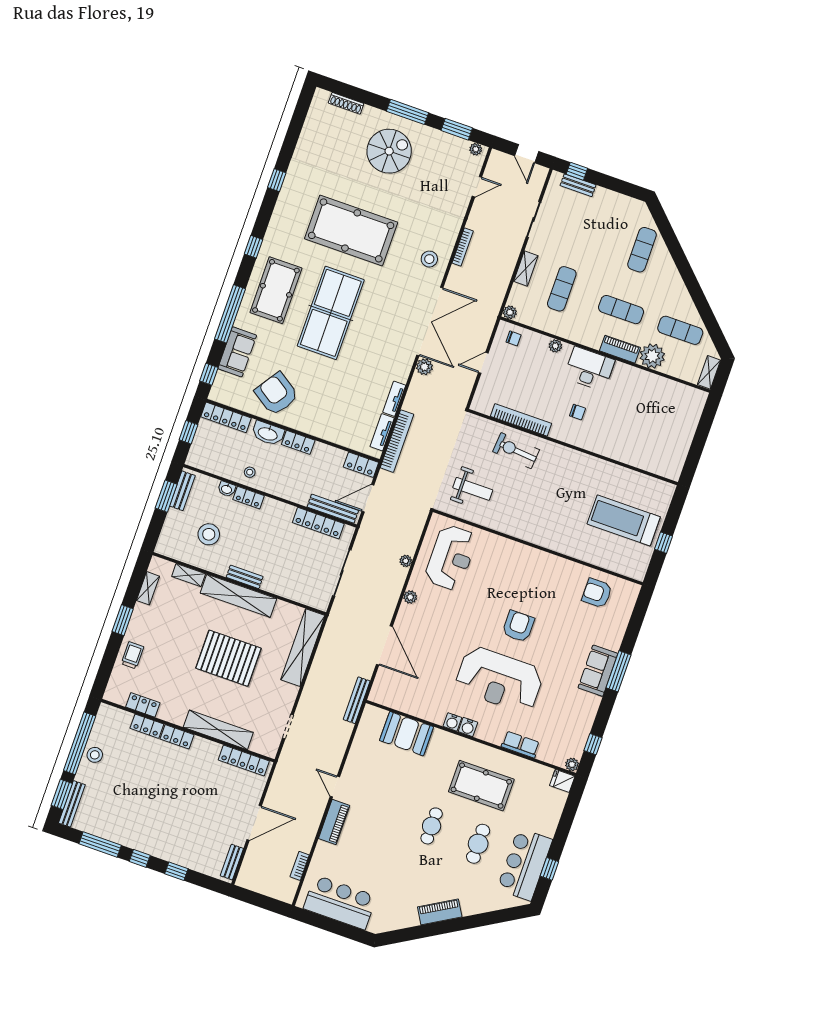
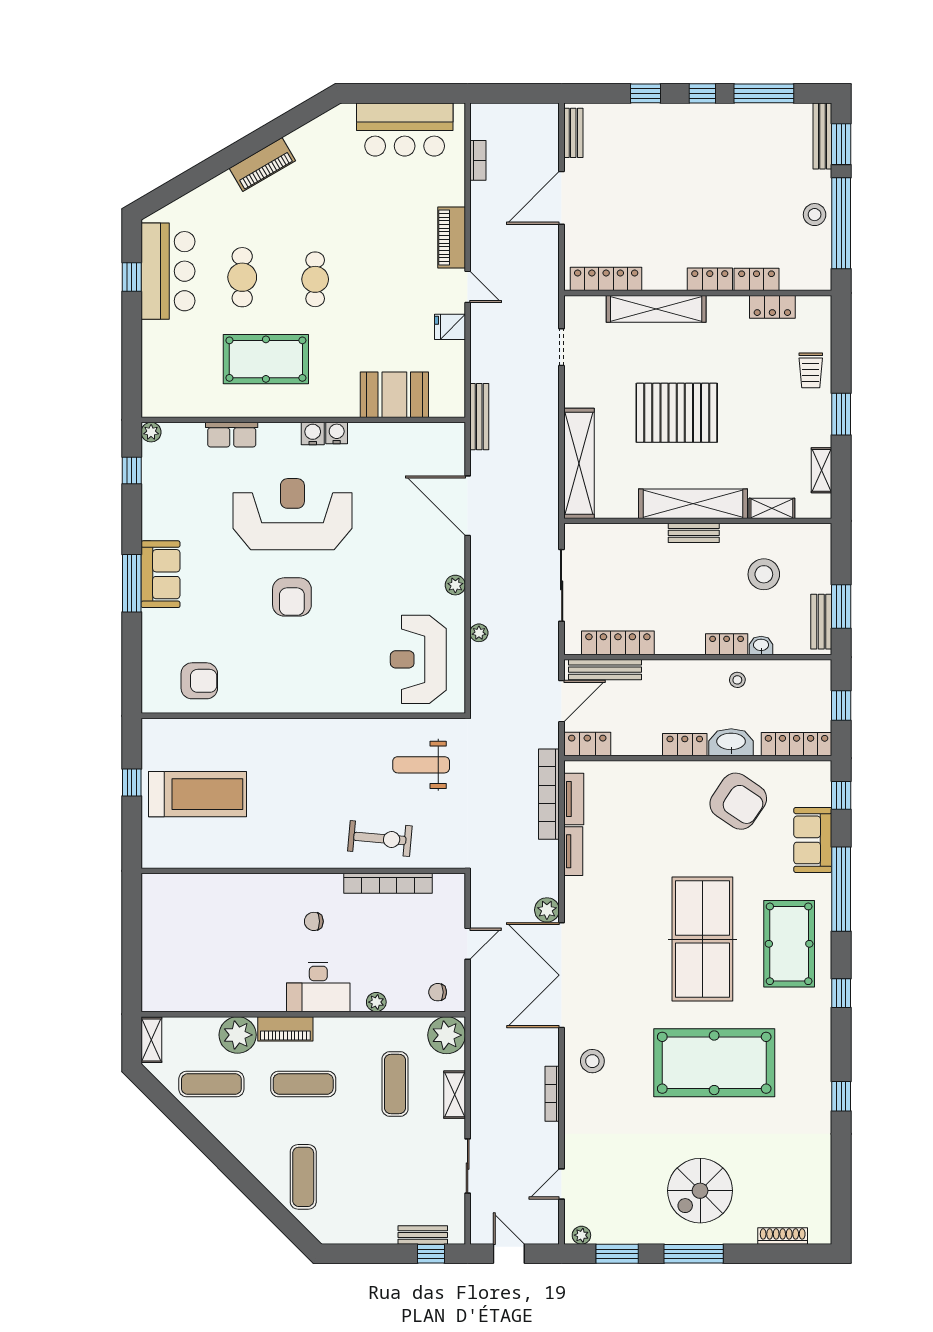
plant: (510, 312) -> (447, 1035), width x1.87, depth x1.87
fridge: (562, 781) -> (450, 327), moved, turned 180

